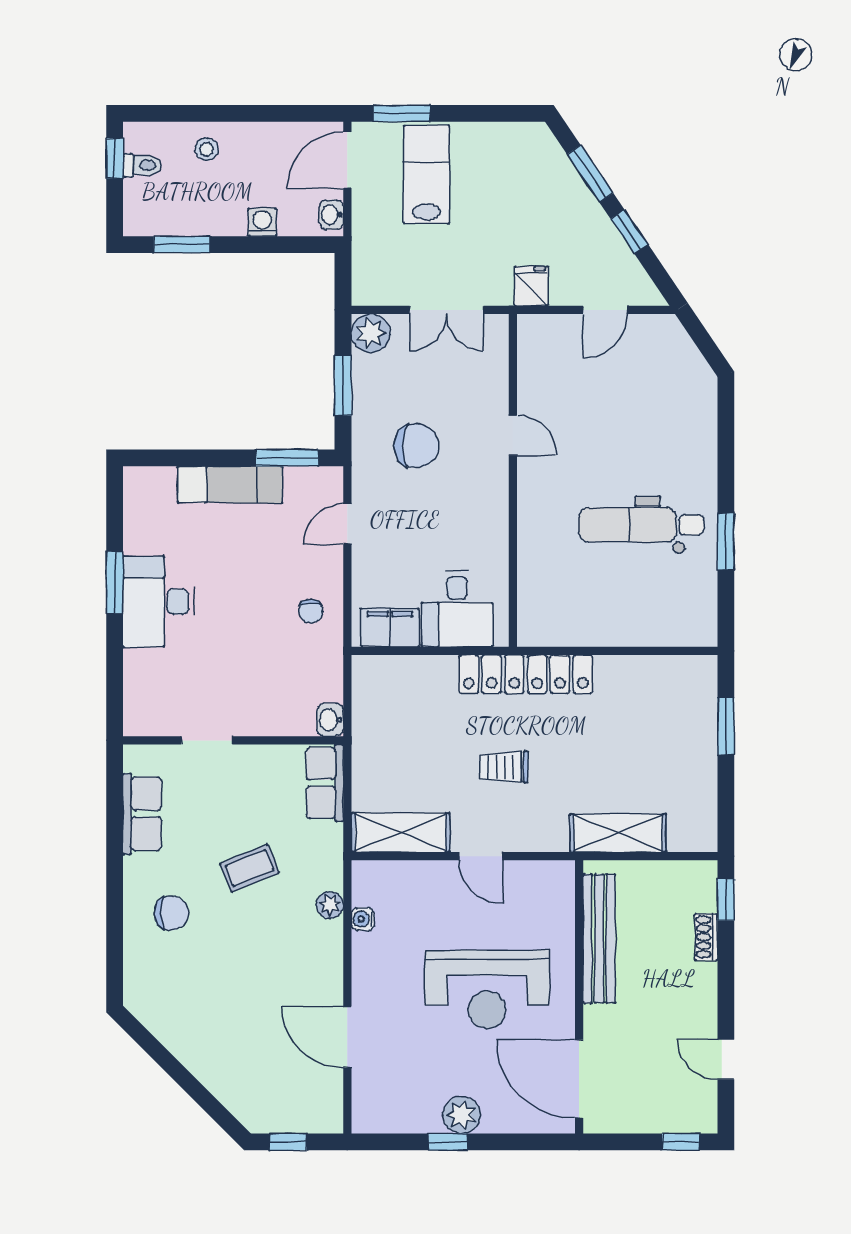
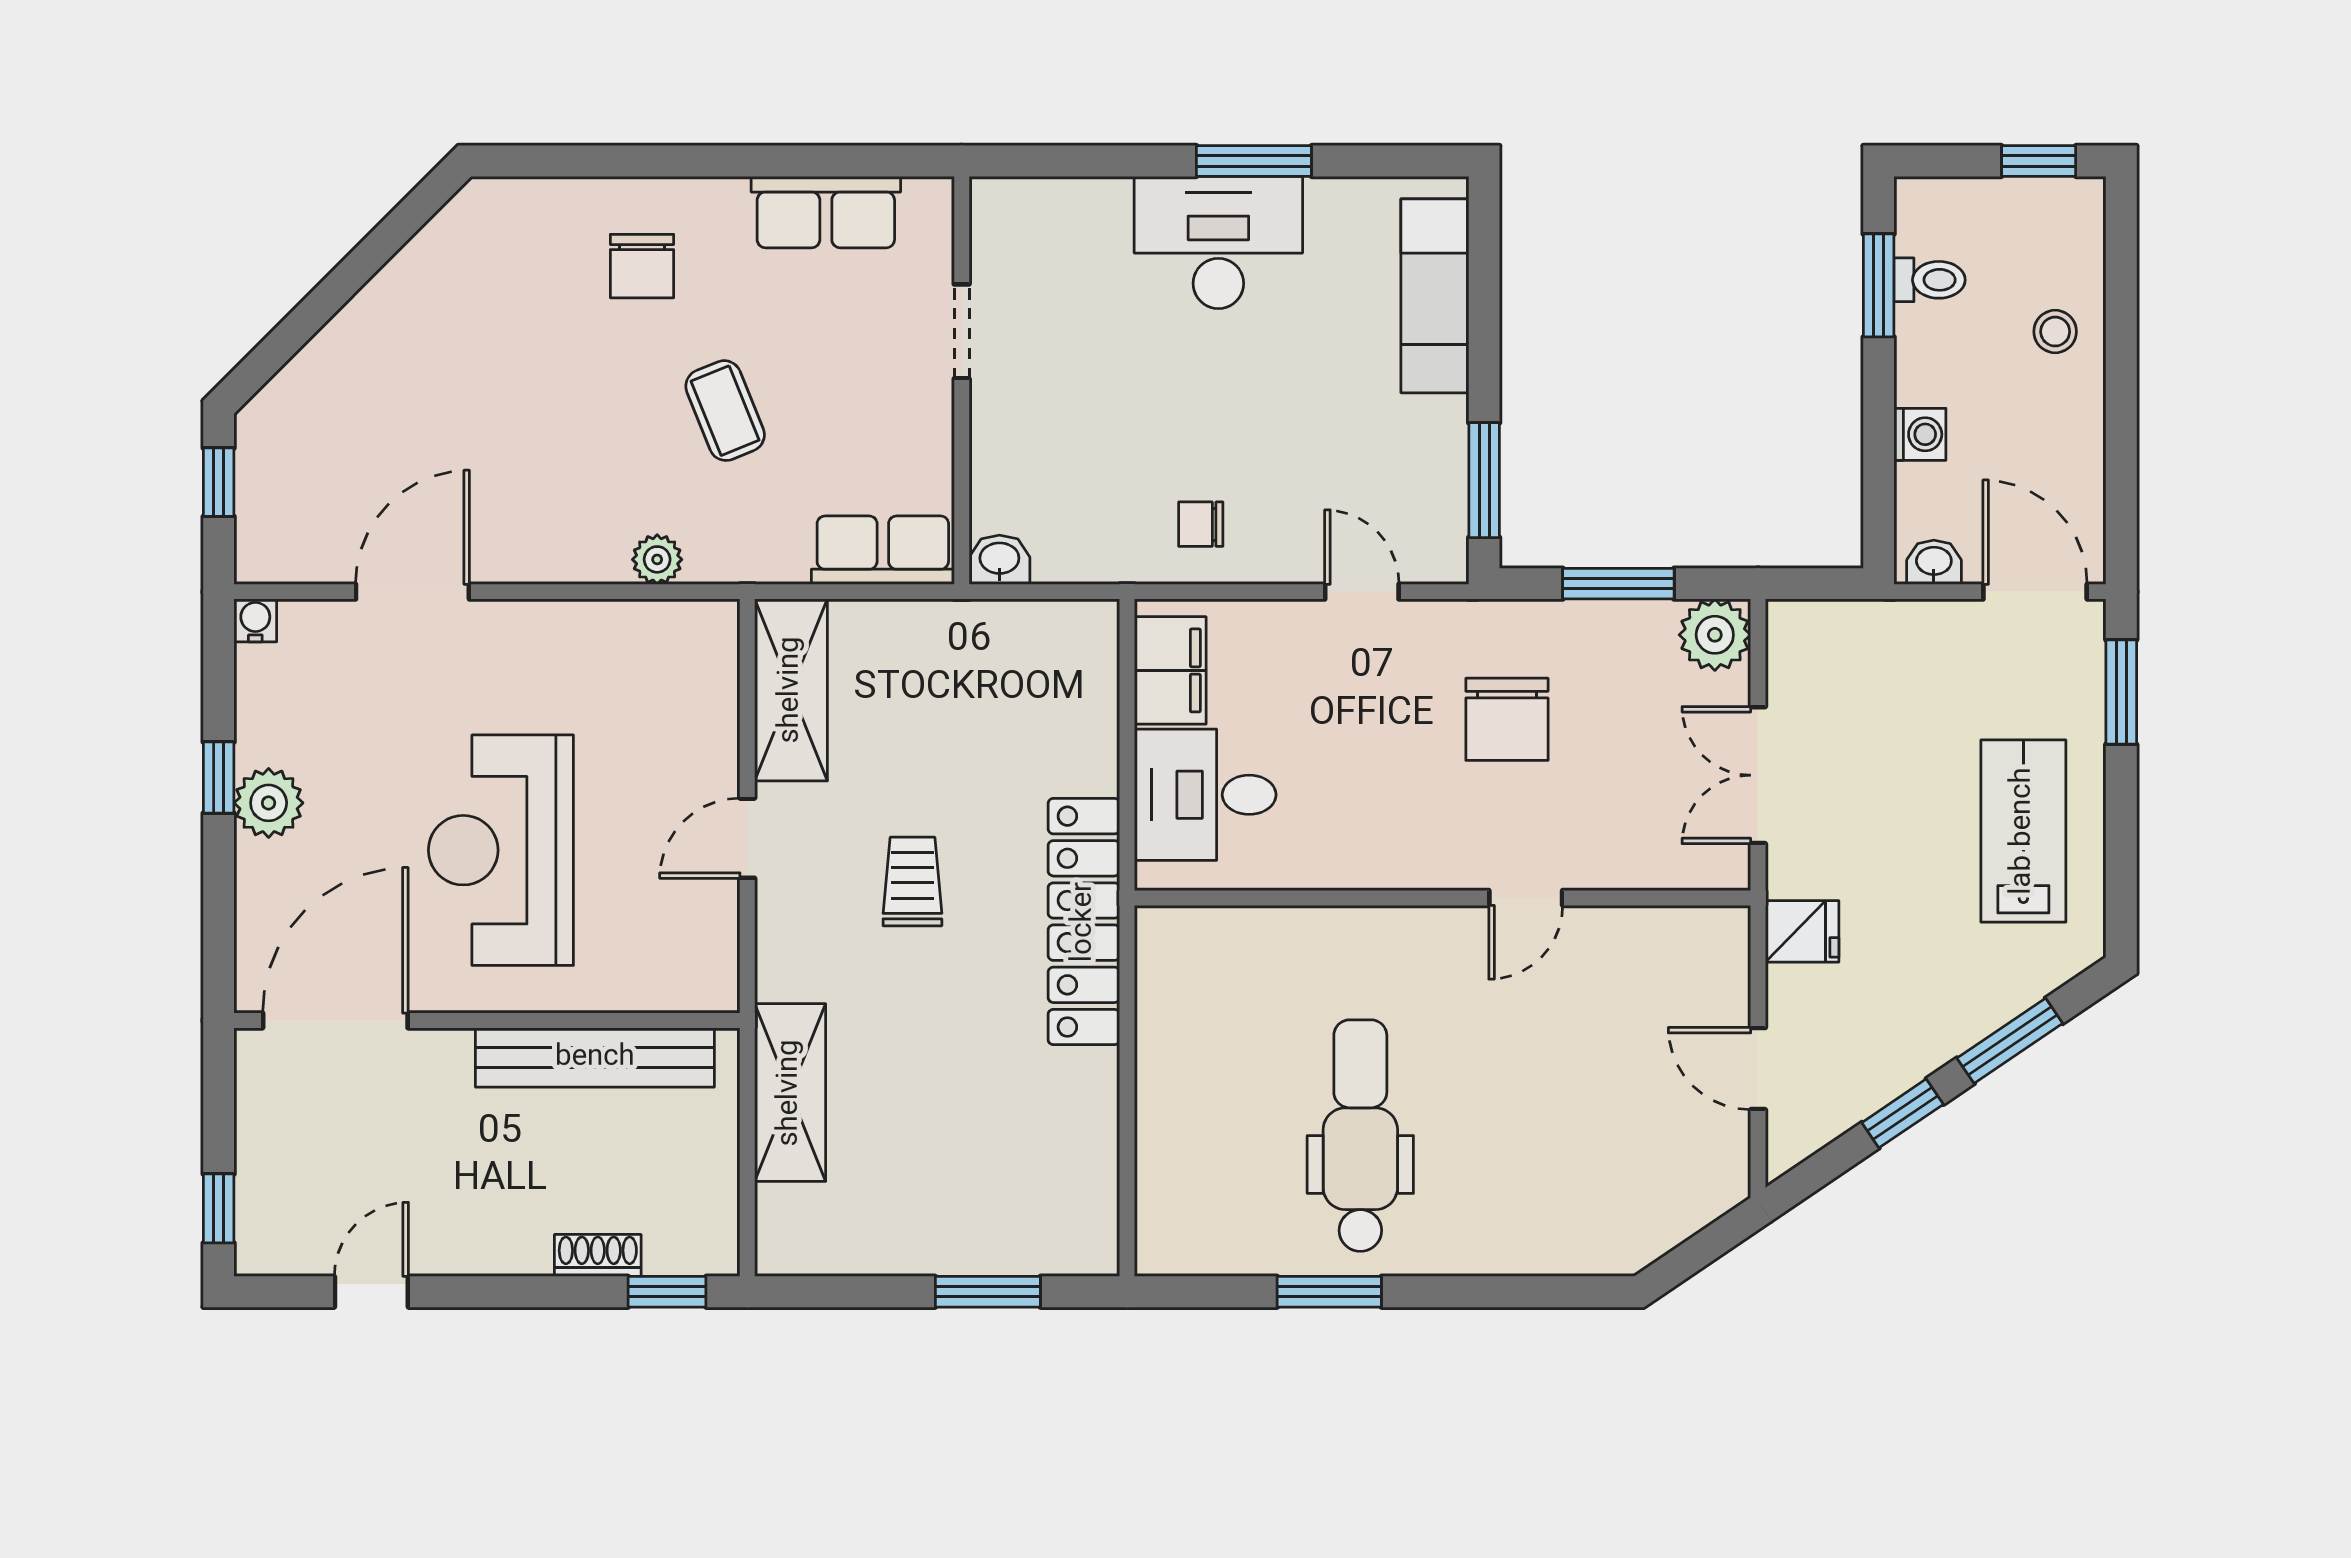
toilet: (142, 165) -> (1930, 280), moved, turned -90
lab bench: (426, 174) -> (2023, 831), moved, turned -90
exam couch: (230, 484) -> (1435, 296), moved
water cooler: (363, 919) -> (255, 620), moved

